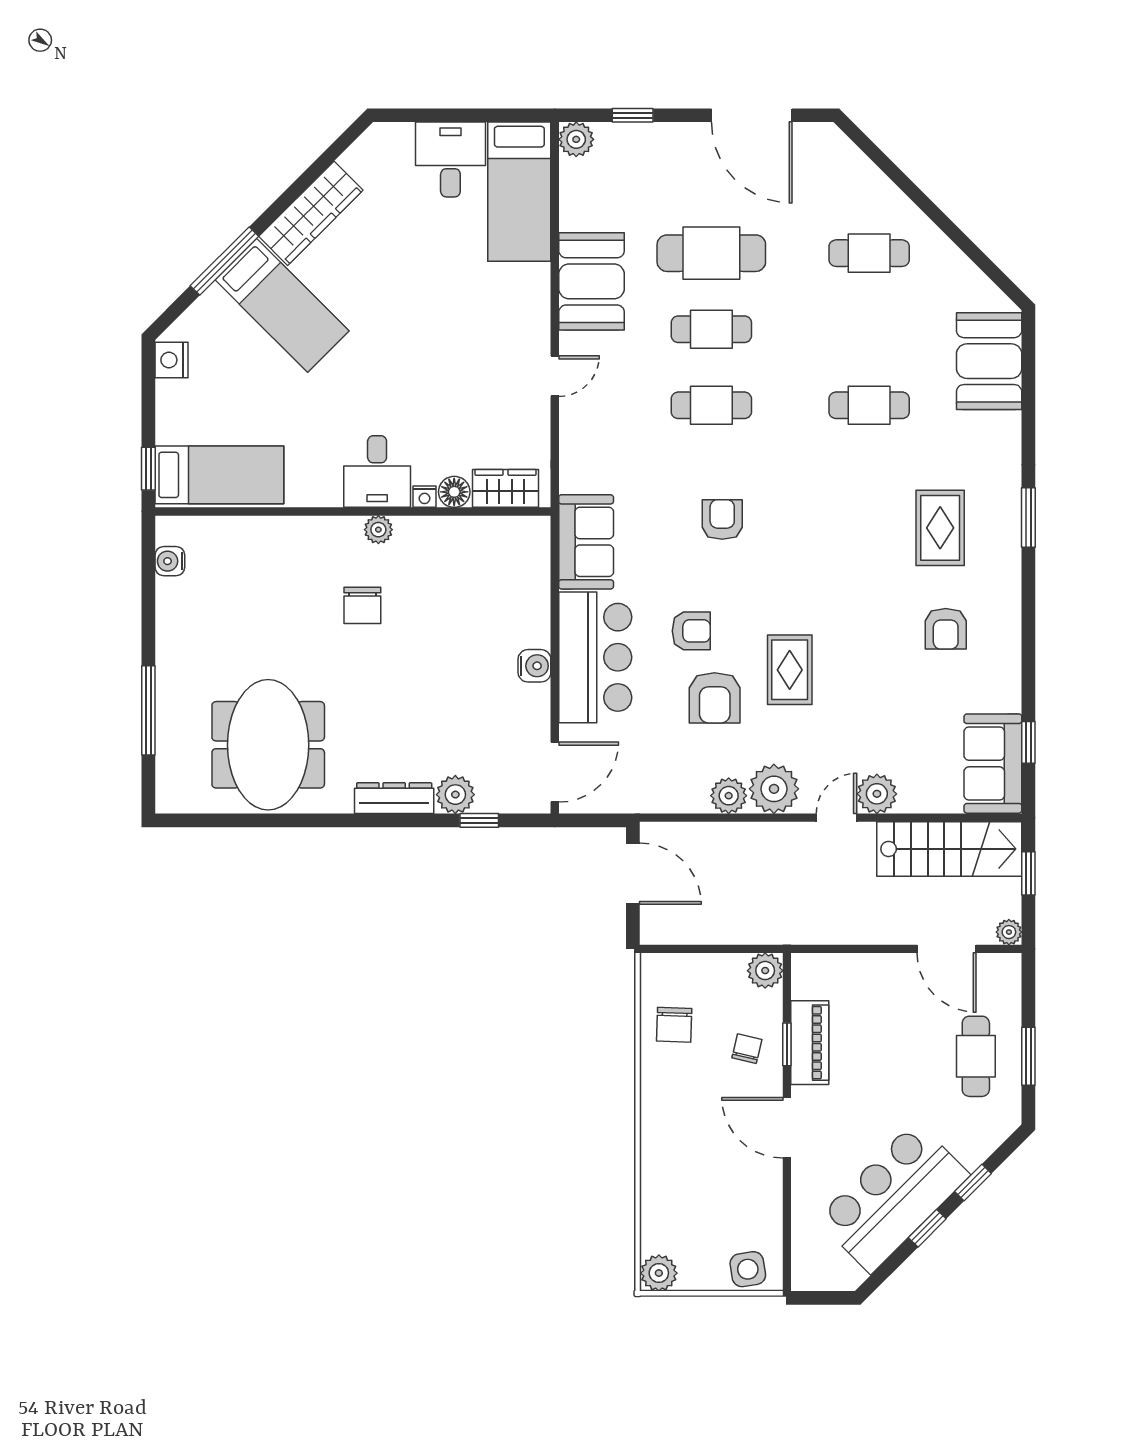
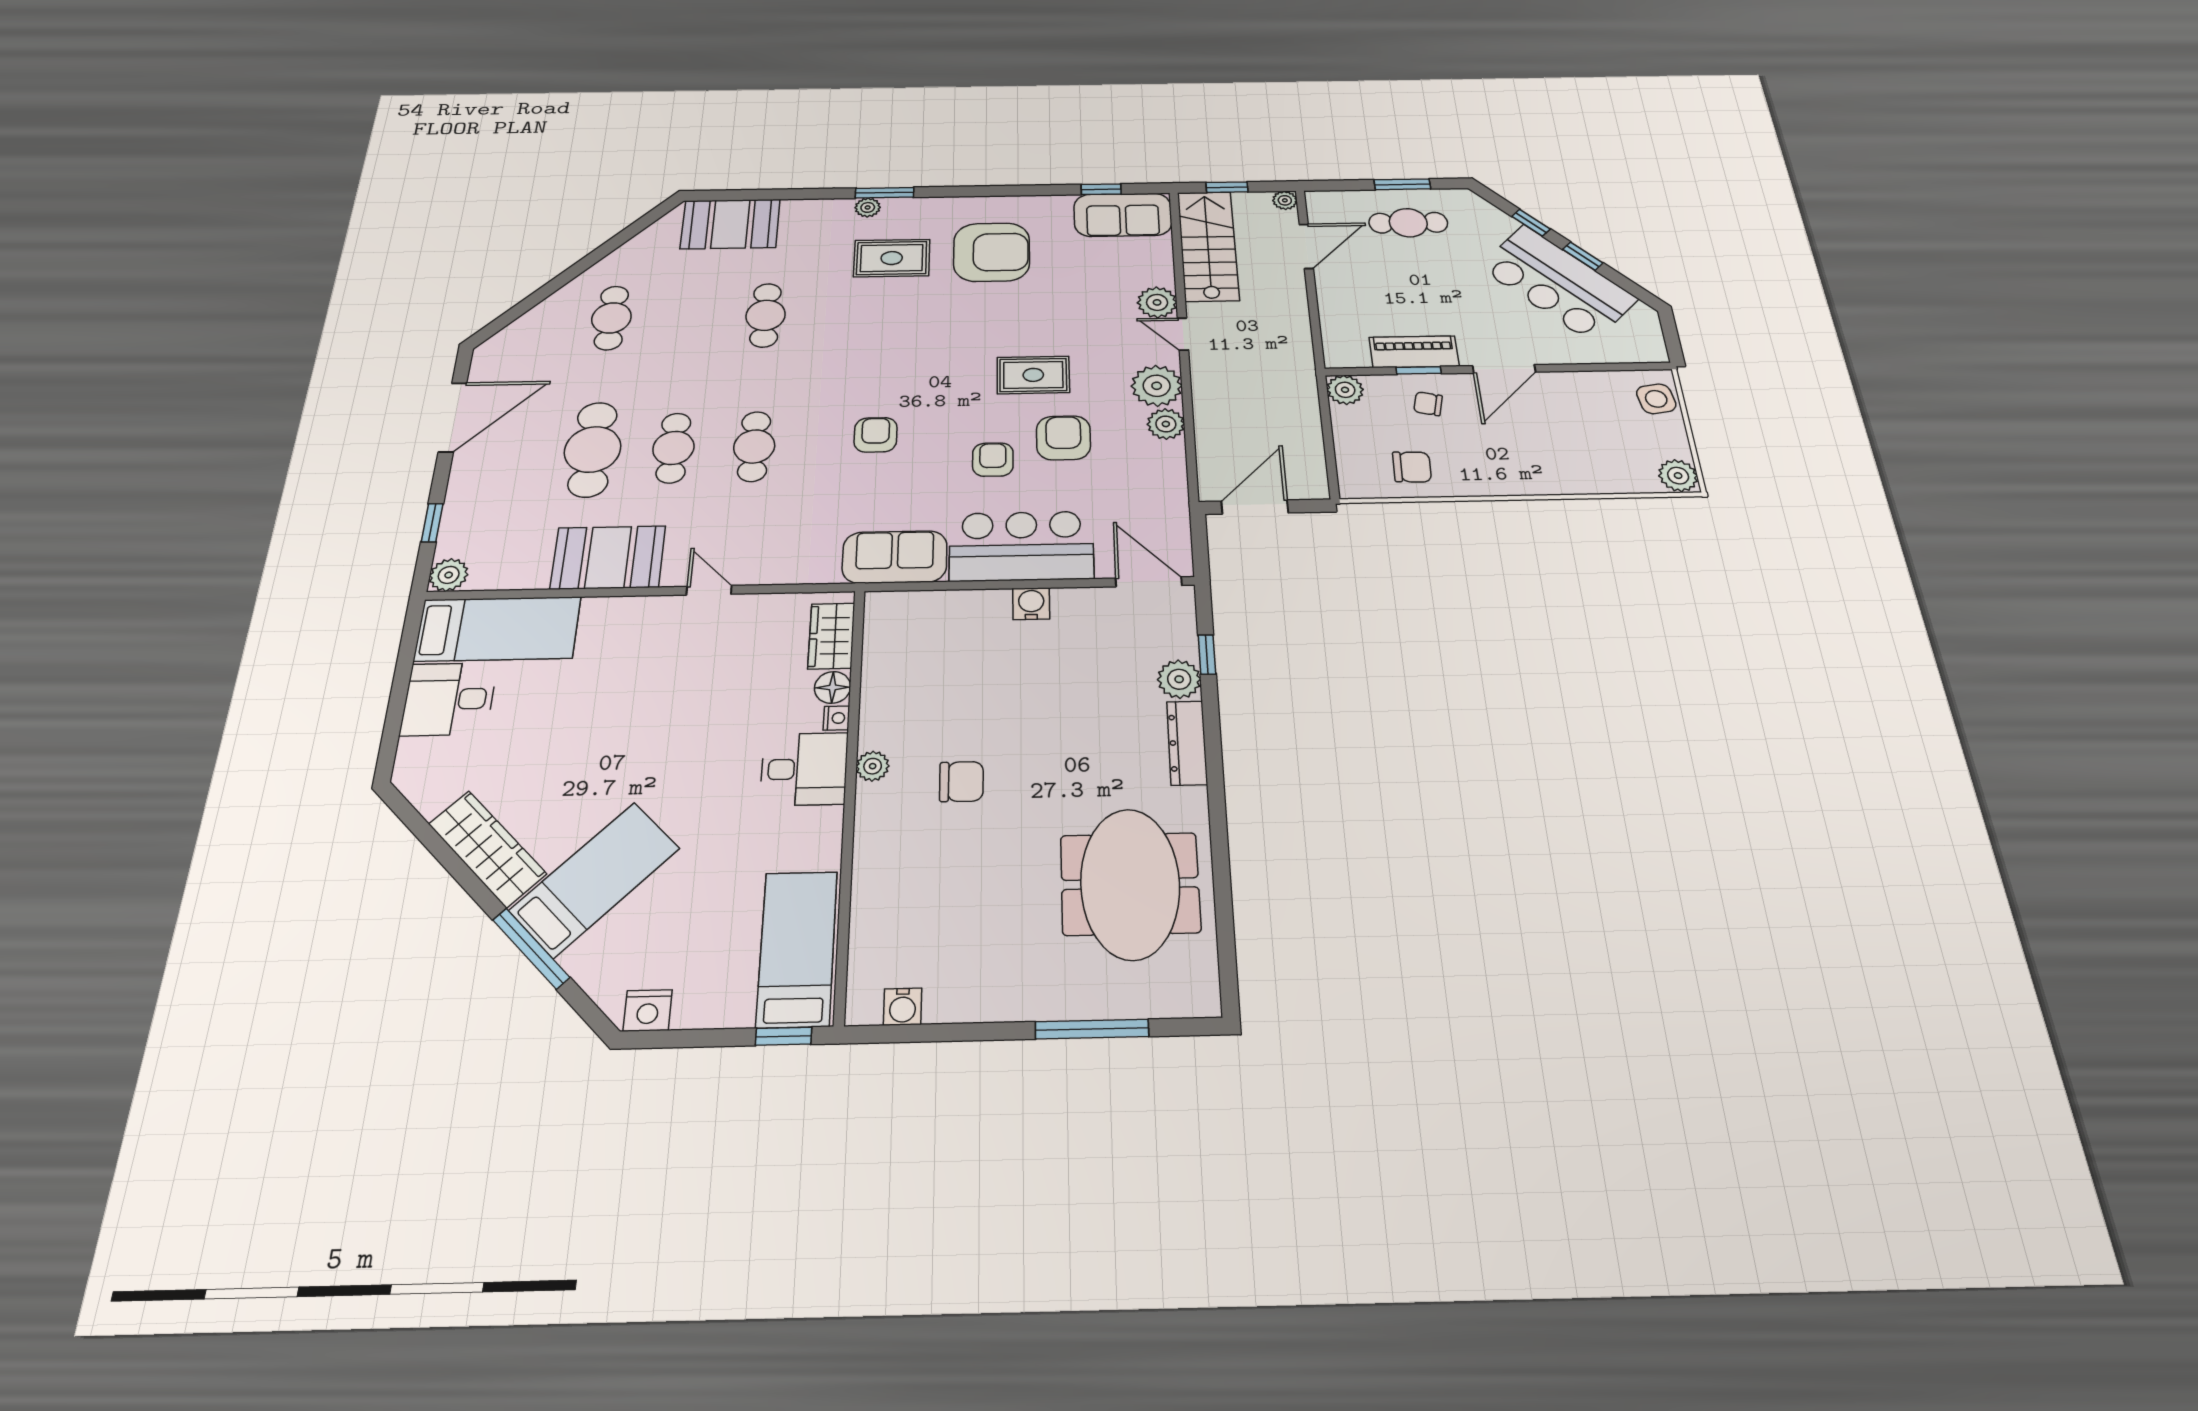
plant: (1009, 501) -> (868, 207), added
armchair: (722, 520) -> (876, 435), turned 90
armchair: (946, 629) -> (992, 252), width x1.88, depth x1.88
armchair: (715, 698) -> (1063, 438), turned -90
meeting table: (268, 745) -> (1130, 884), turned 90

